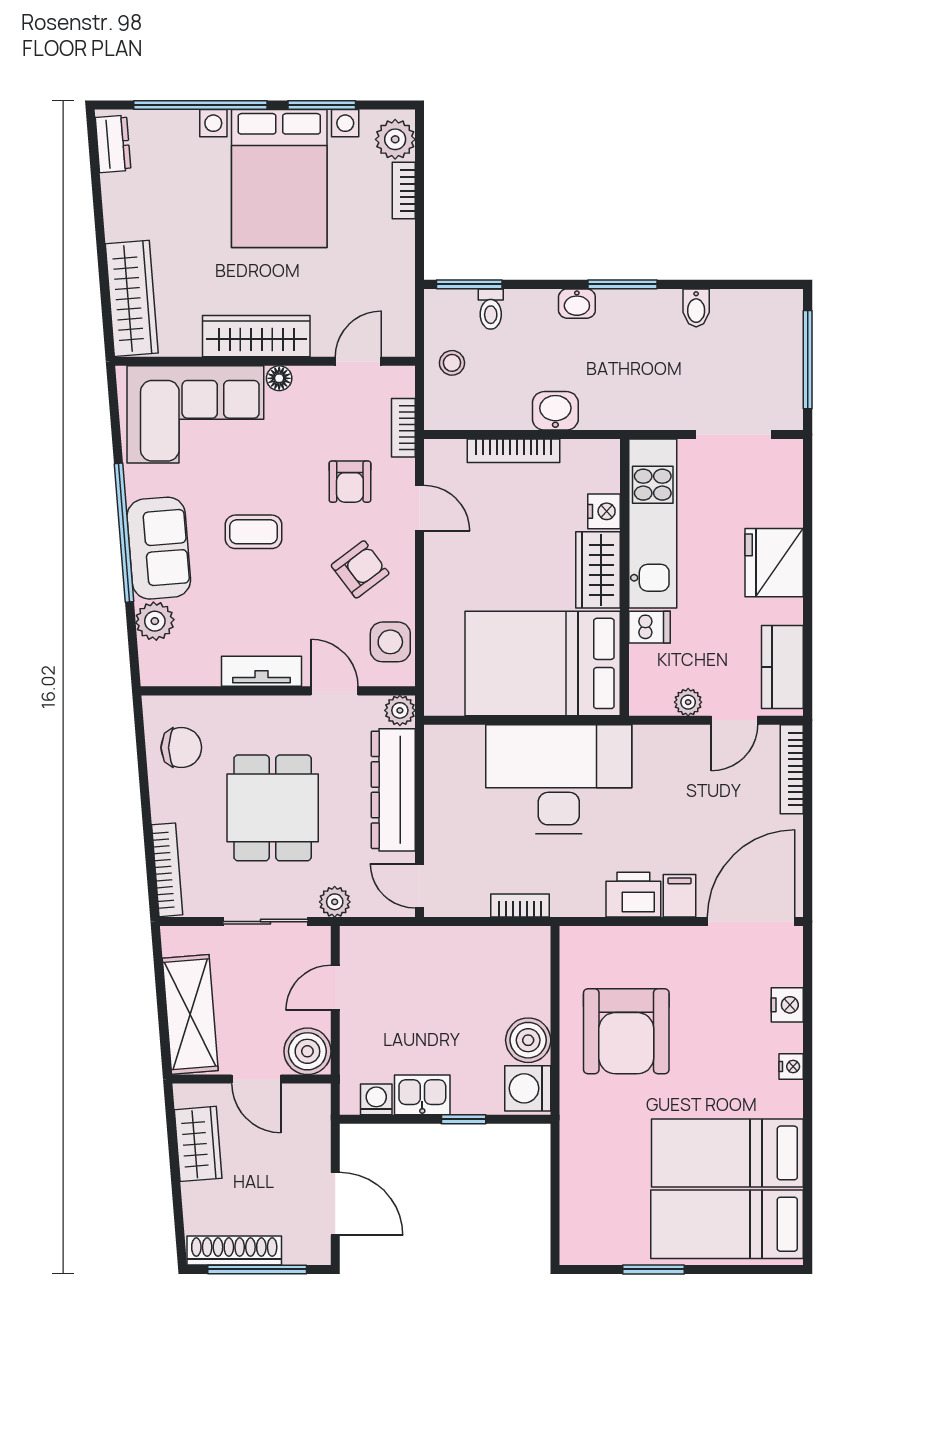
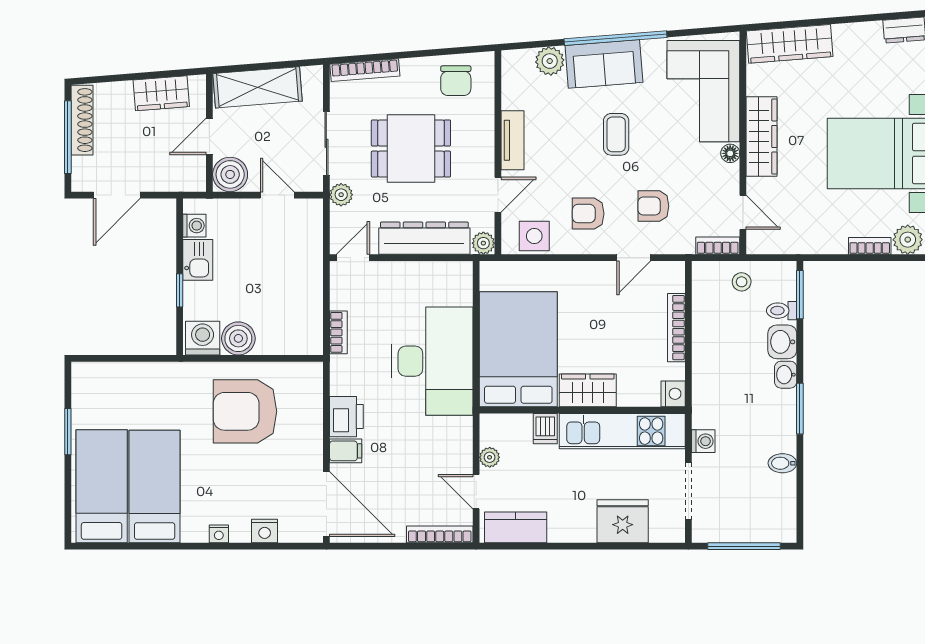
washbasin: (555, 411) -> (782, 342), moved, turned 180
washing machine: (666, 415) -> (703, 441), added
bookcase: (403, 428) -> (718, 246), moved
nightstand: (604, 511) -> (673, 394), moved, turned -90
fridge: (774, 563) -> (623, 521), moved
armchair: (360, 569) -> (588, 214), turned 127

